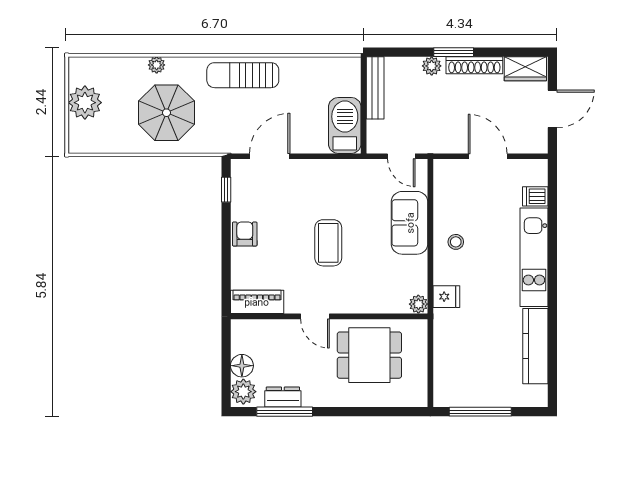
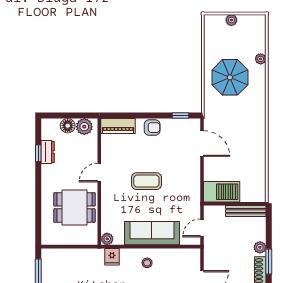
plant: (157, 65) -> (261, 59), moved
sun lounger: (243, 75) -> (254, 126), removed
plant: (85, 103) -> (231, 20), width x0.53, depth x0.53
sofa: (410, 223) -> (152, 233), width x1.36
piano: (257, 302) -> (118, 126), moved, turned 90
dining table: (369, 355) -> (74, 207), turned 90
plant: (243, 392) -> (84, 127), moved
window: (285, 412) -> (38, 153), width x0.46

